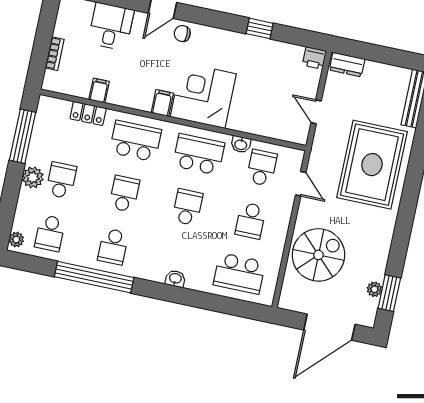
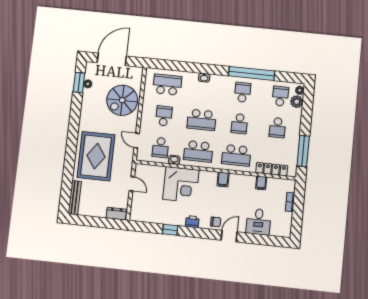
printer: (314, 58) -> (192, 222), moved
corner desk: (203, 95) -> (181, 185), moved
locker: (88, 113) -> (272, 169), width x1.53
plant: (33, 177) -> (297, 102), moved
school desk: (187, 207) -> (202, 120), width x1.85

